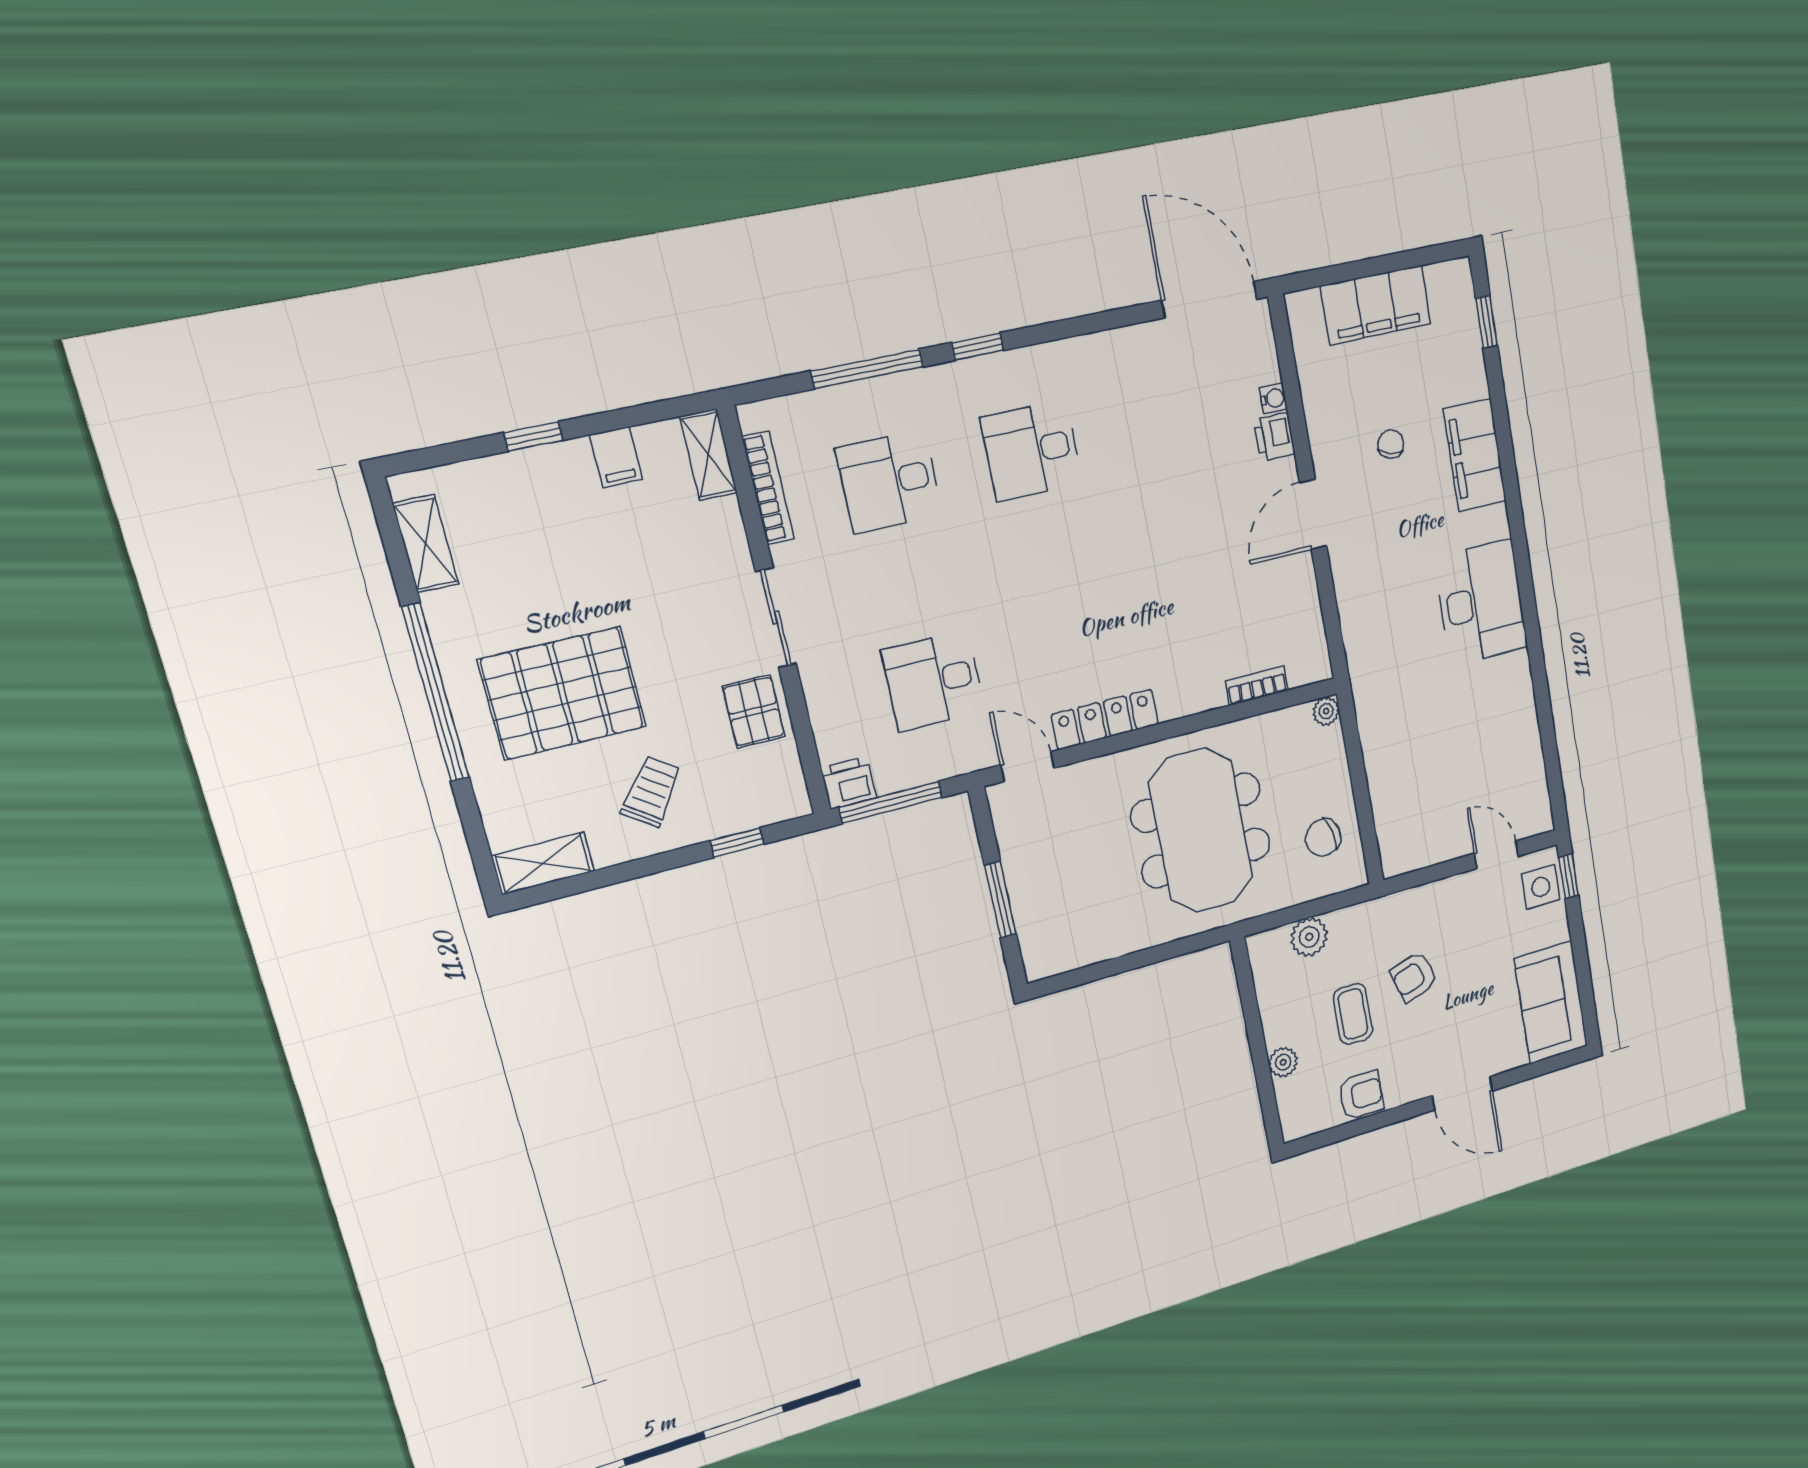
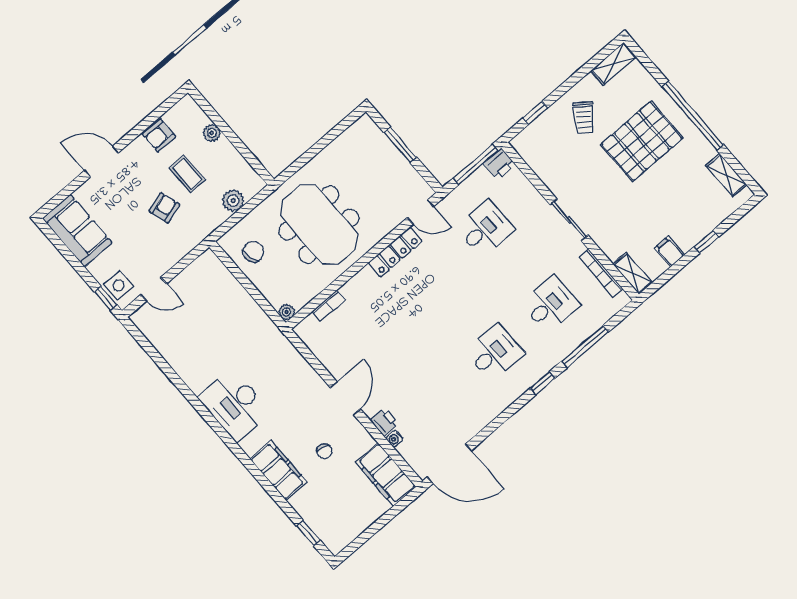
filing cabinet: (1376, 305) -> (386, 475), moved, turned -90
pallet: (754, 712) -> (558, 174), removed

